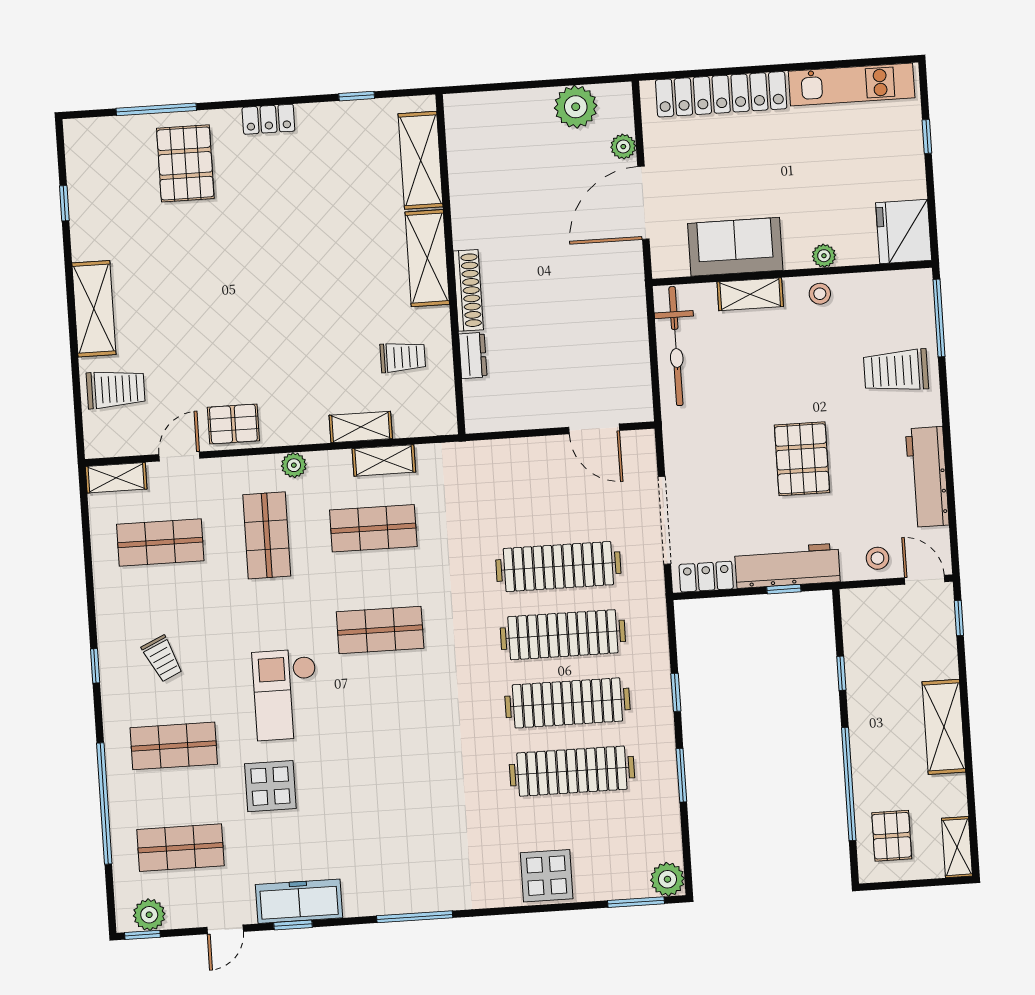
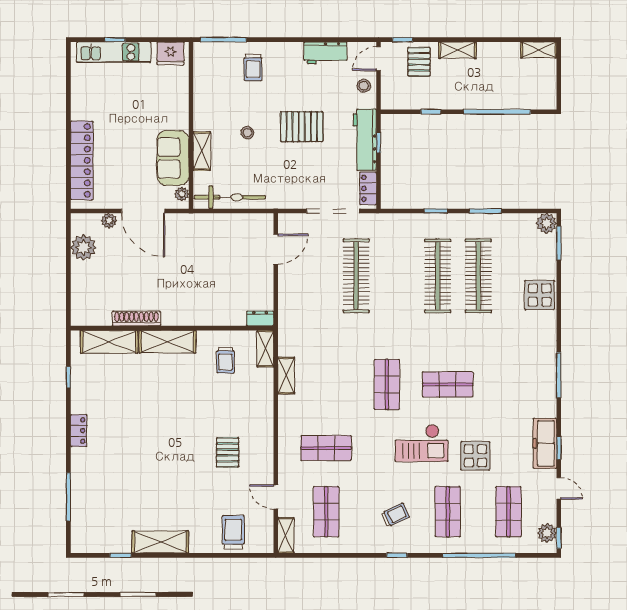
kitchen unit: (852, 84) -> (114, 52), moved, turned 90
pallet: (185, 163) -> (102, 482), removed
fridge: (904, 231) -> (171, 53), width x0.73, depth x0.75
plant: (824, 256) -> (182, 194), moved
shoe rack: (468, 290) -> (136, 319), moved
stool: (820, 294) -> (247, 133), moved
shelving: (94, 309) -> (160, 542), moved
dresser: (473, 356) -> (260, 318), moved
trolley: (403, 357) -> (226, 360), turned 180
trolley: (896, 371) -> (253, 67), width x0.73, depth x0.72
pallet: (233, 424) -> (228, 452), moved
shelving: (361, 427) -> (265, 349), moved
plant: (294, 465) -> (285, 429), removed
workbench: (927, 477) -> (325, 53), width x0.73
shop shelf: (373, 528) -> (448, 384), moved, turned 90
clothes rail: (563, 635) -> (397, 276), removed
shelving: (944, 727) -> (457, 50), width x0.67, depth x0.75
pallet: (892, 836) -> (419, 62), moved, turned 90

